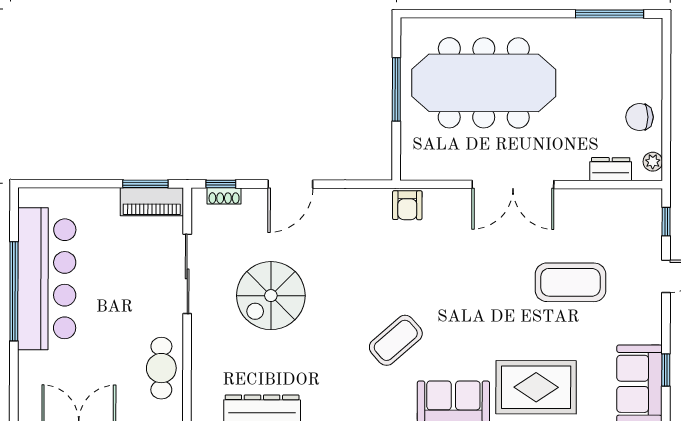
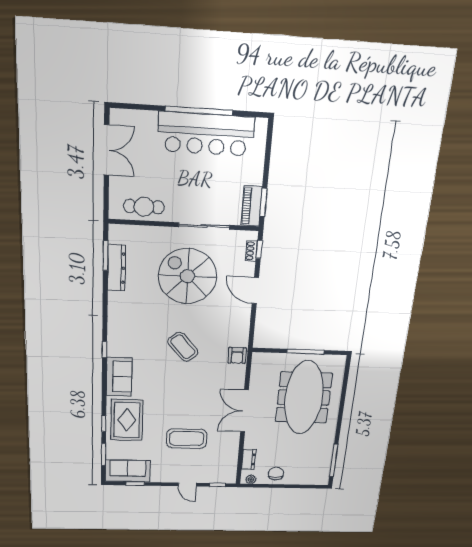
armchair: (407, 205) -> (237, 355), turned -90
coffee table: (570, 282) -> (187, 439), turned 90
spiral stairs: (271, 296) -> (187, 276), width x1.37, depth x1.37
coffee table: (396, 340) -> (183, 347), moved

